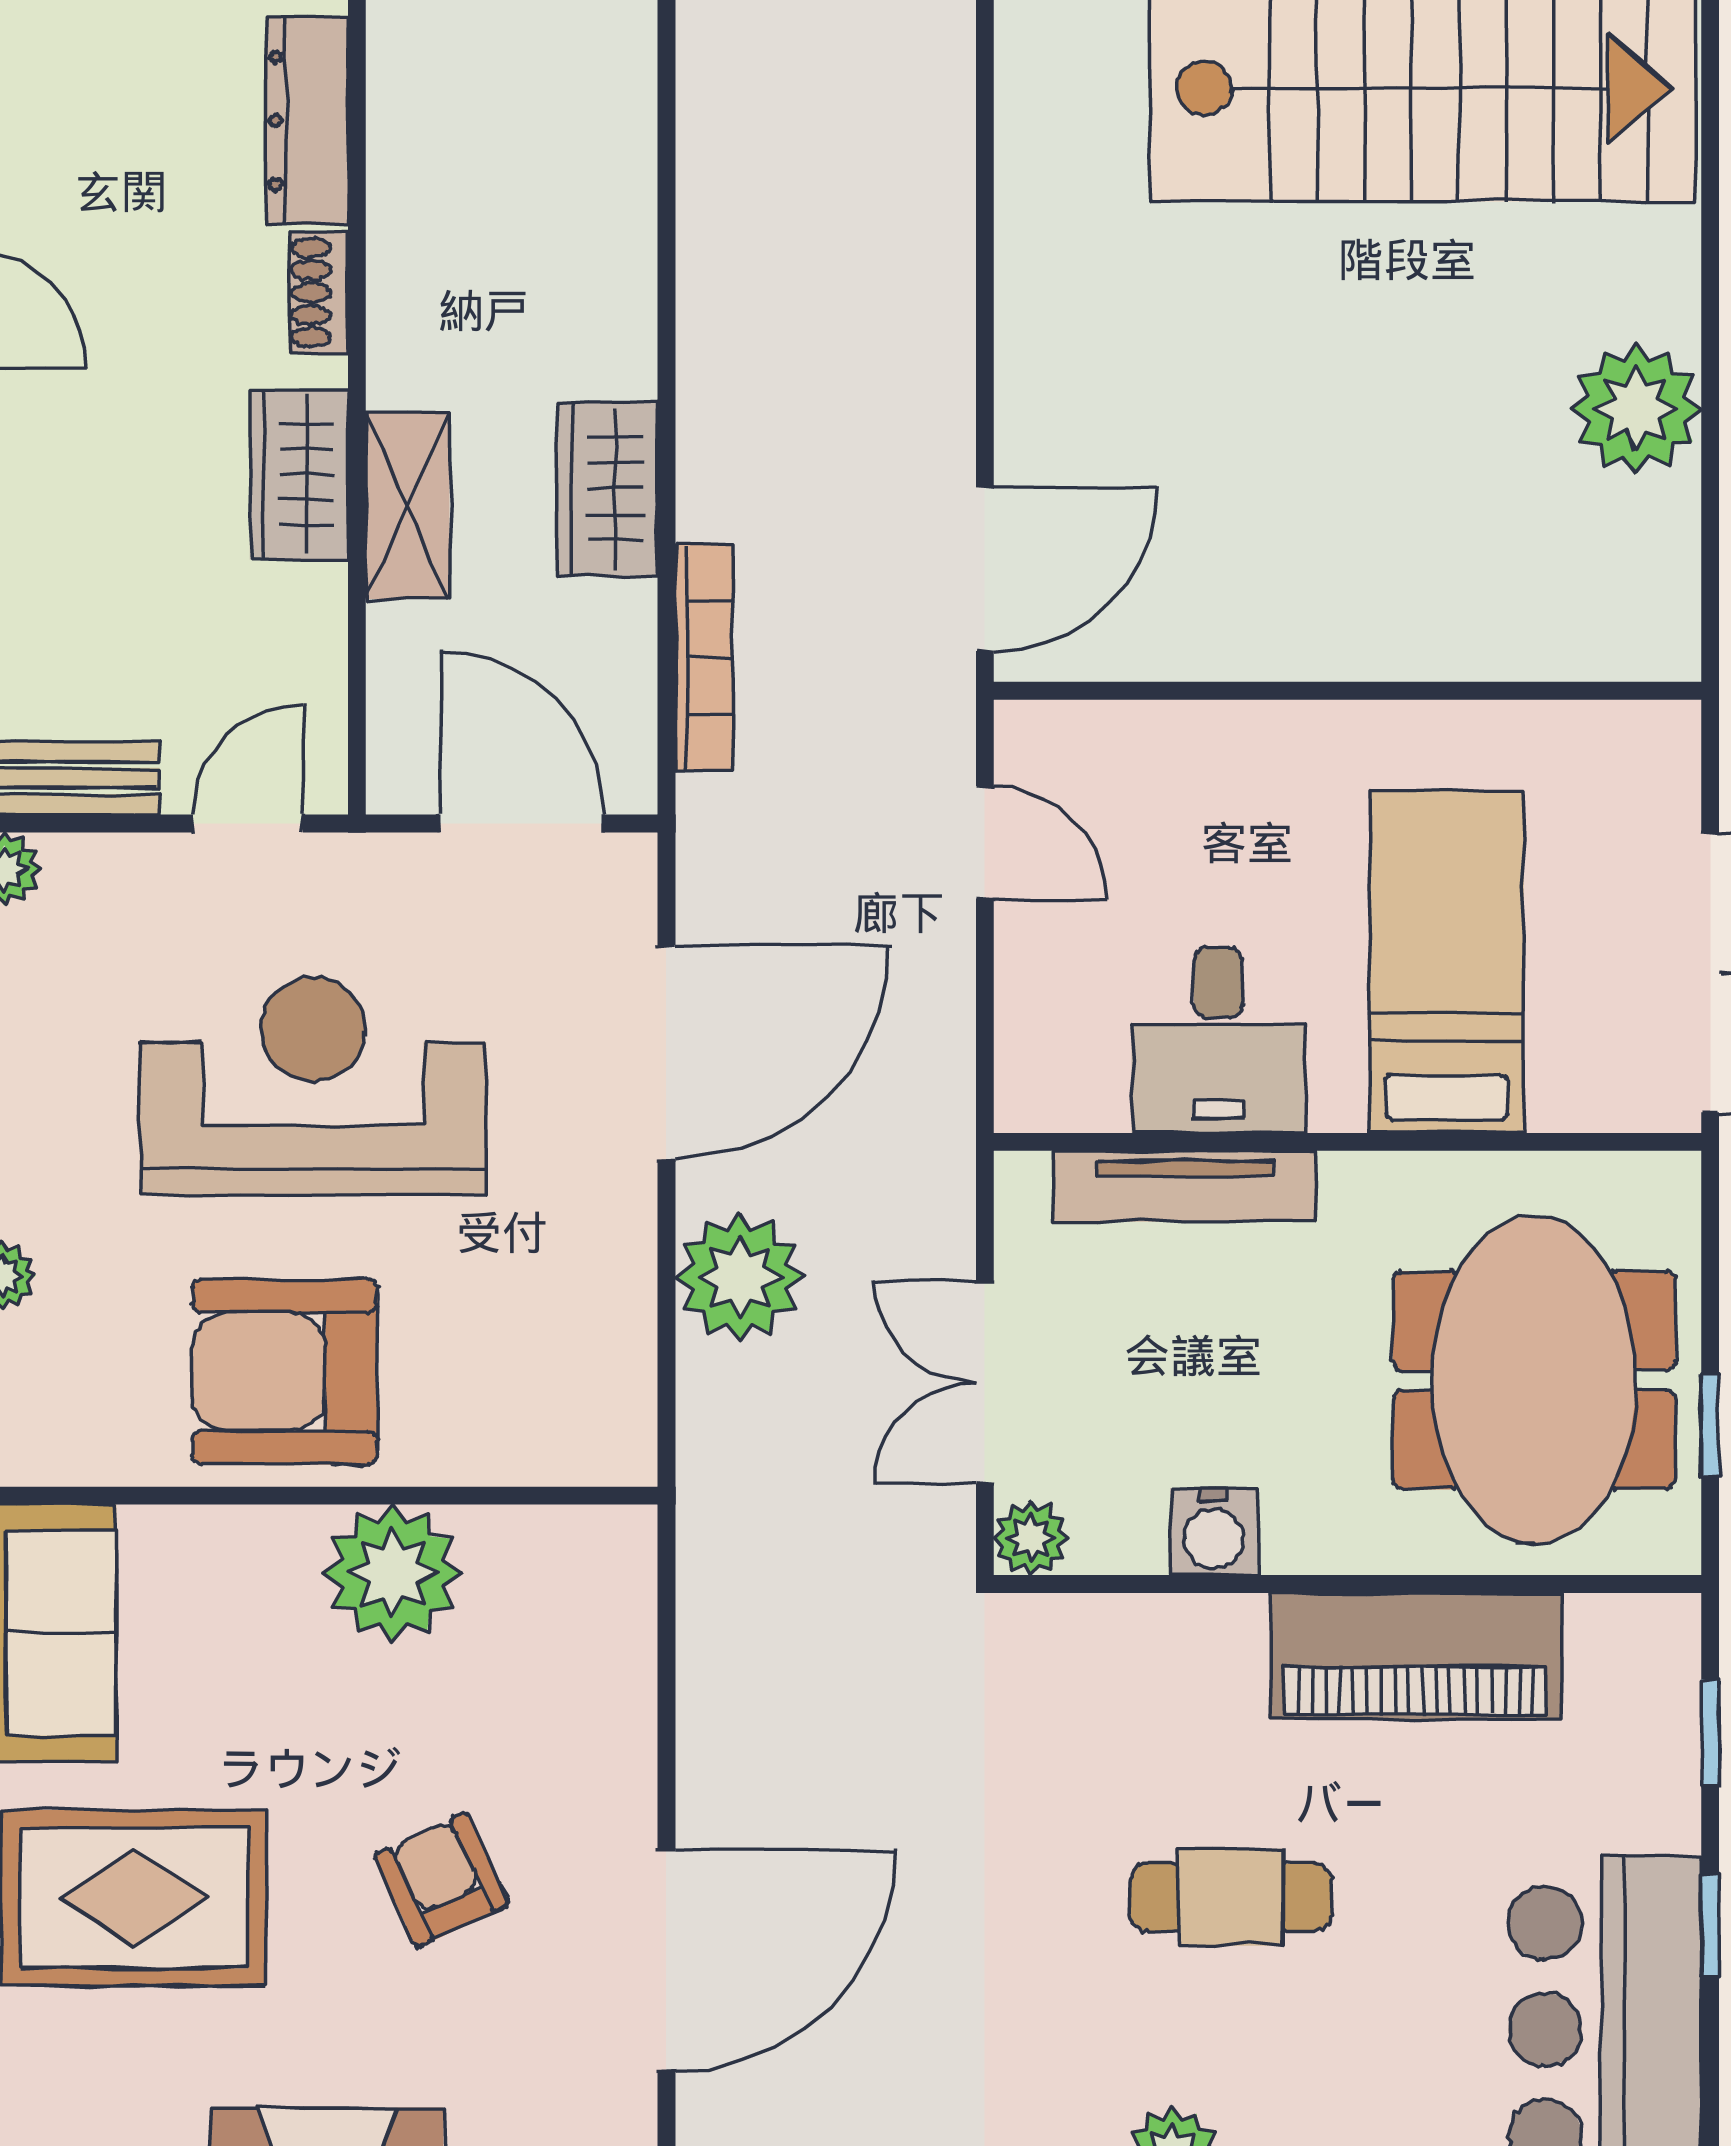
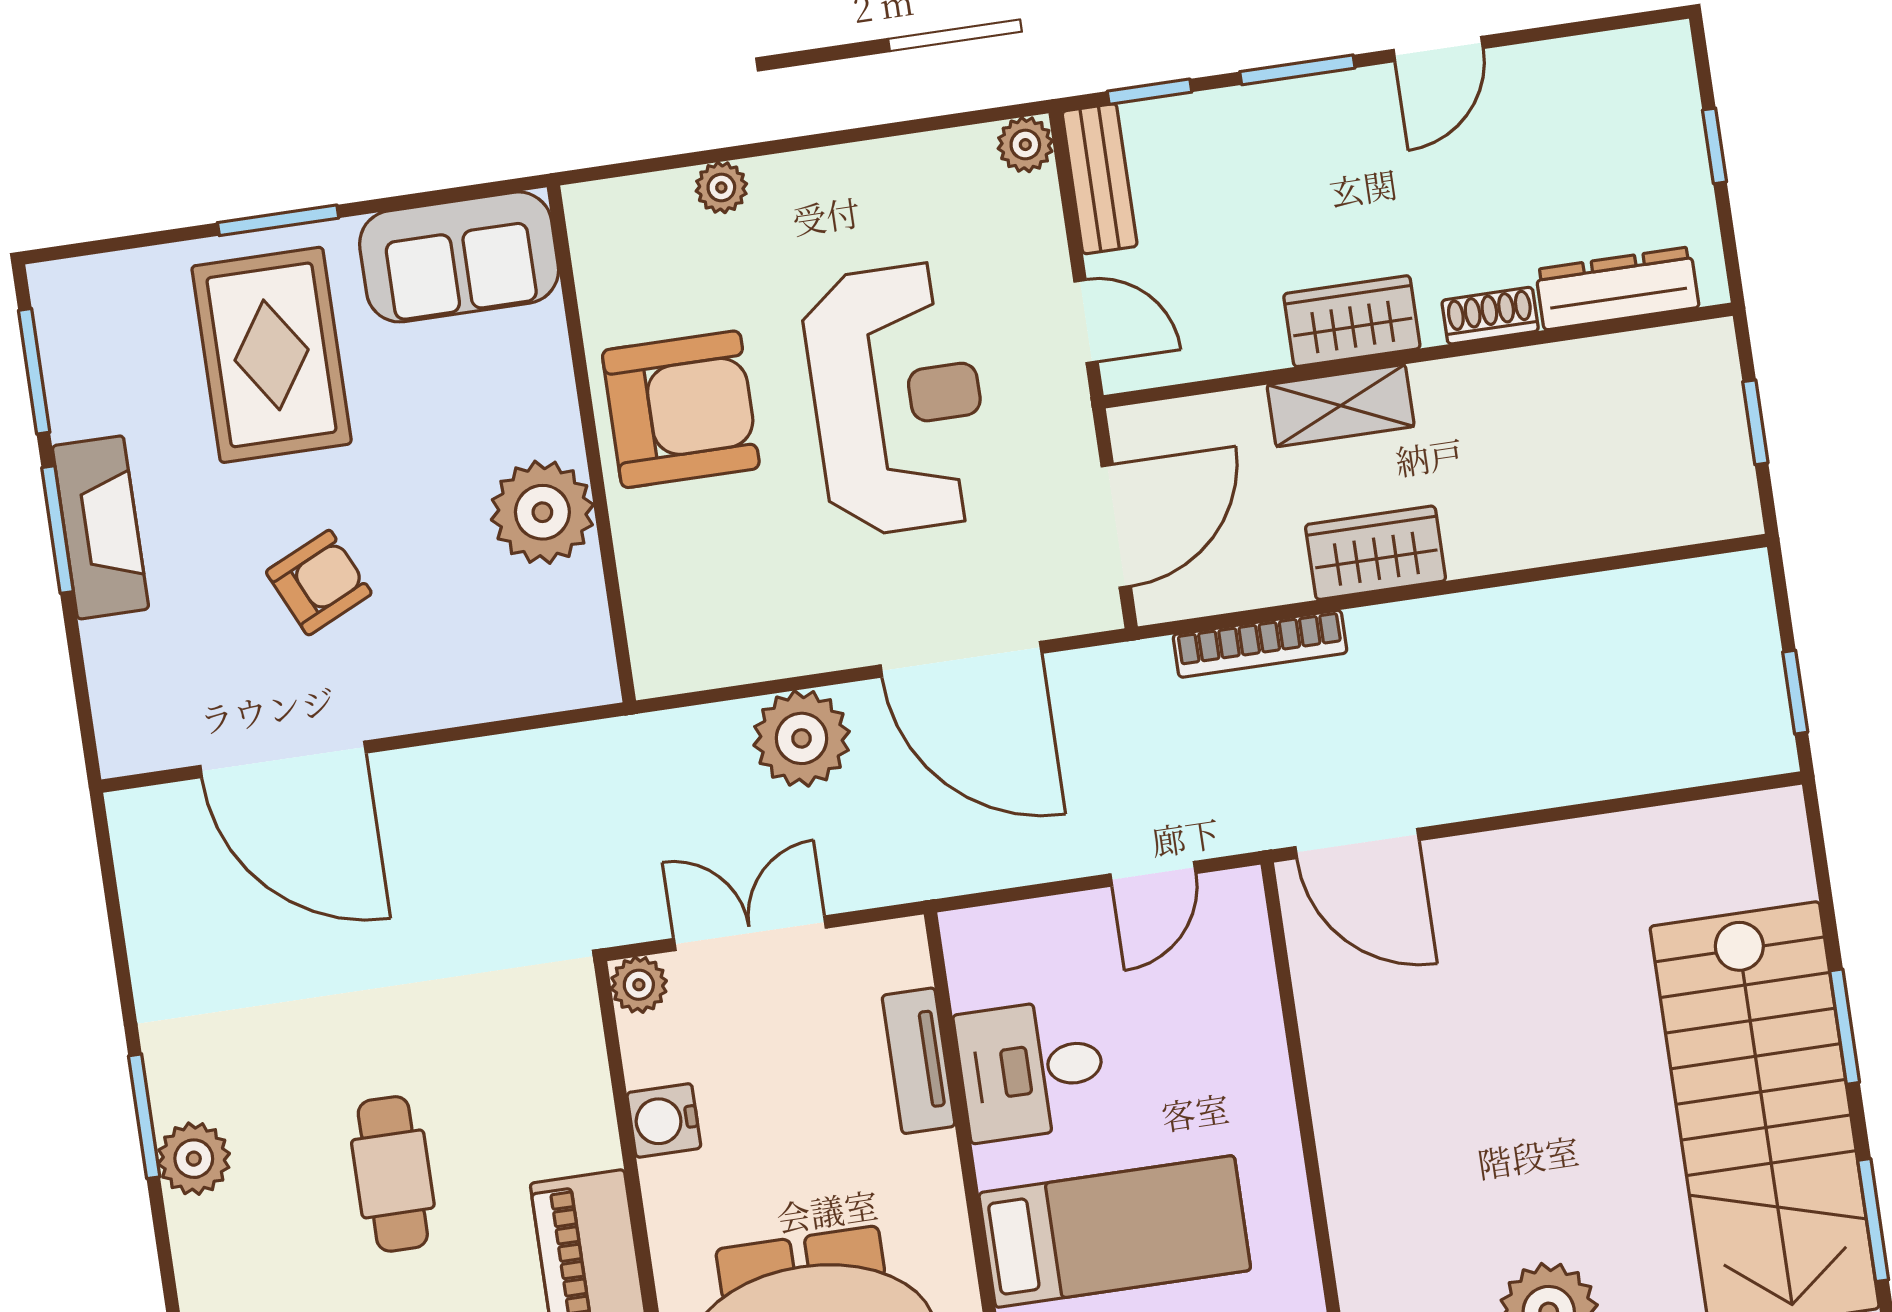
tv unit: (1185, 1186) -> (919, 1061), width x0.71
armchair: (285, 1372) -> (681, 409), turned 90

